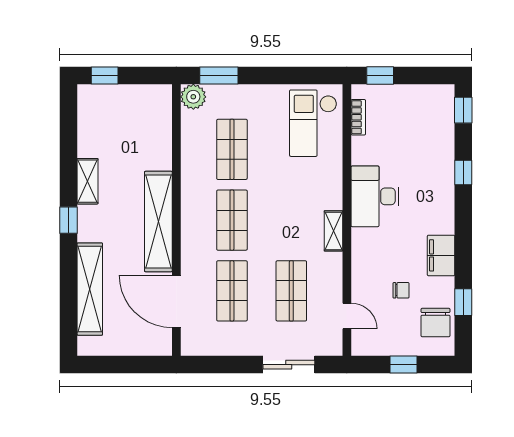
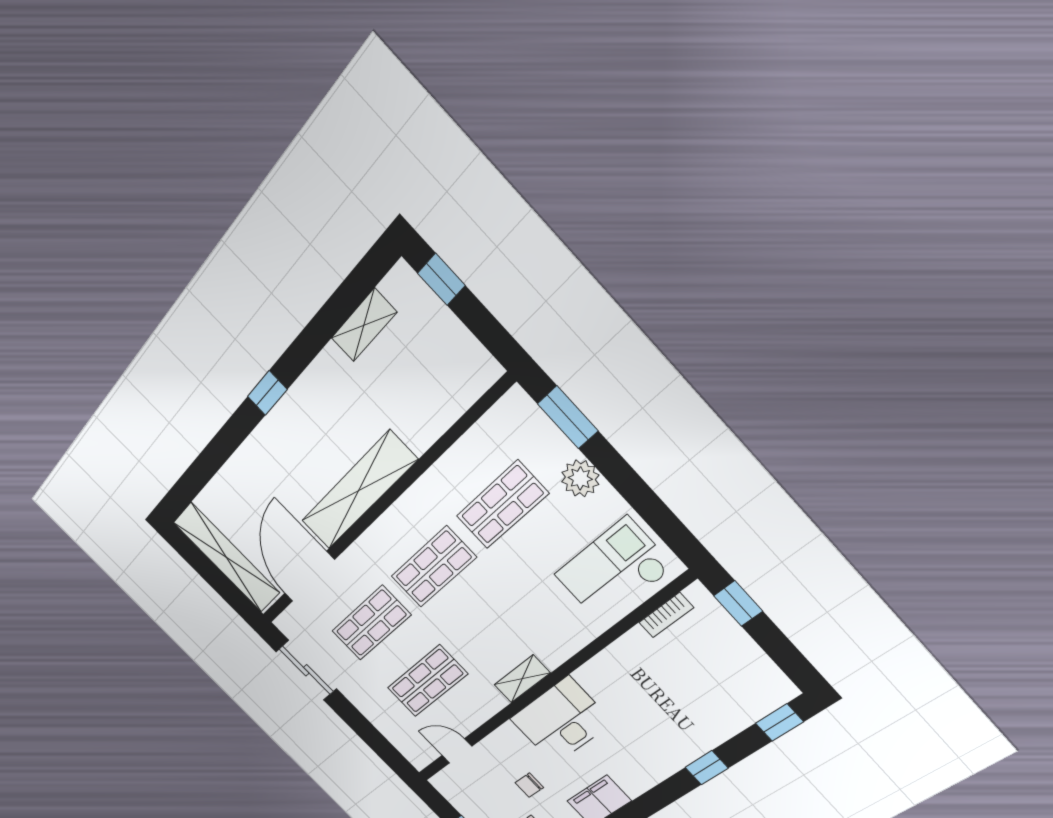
plant: (193, 97) -> (580, 478), moved
shelving: (87, 181) -> (364, 325), moved
desk: (375, 196) -> (561, 721), moved
shelving: (90, 289) -> (227, 558), moved, turned 90
chair: (401, 290) -> (529, 785), turned 90
door: (347, 316) -> (457, 751), swing flipped
sliding door: (289, 365) -> (306, 670), moved

